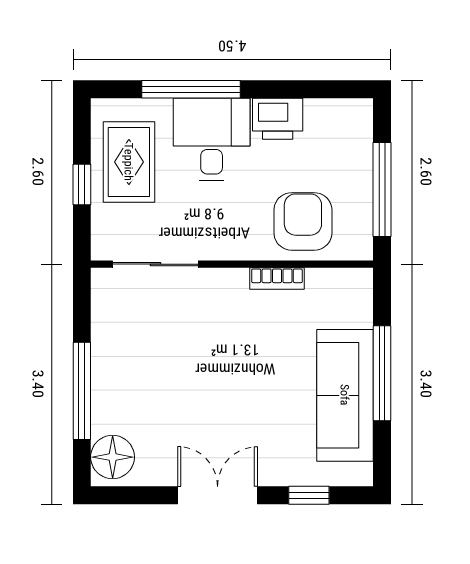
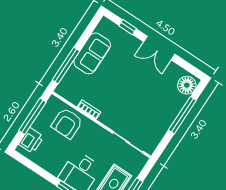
printer: (278, 119) -> (31, 140), moved, turned 90
window: (382, 373) -> (66, 65), moved
sofa: (345, 395) -> (92, 53), width x0.73

